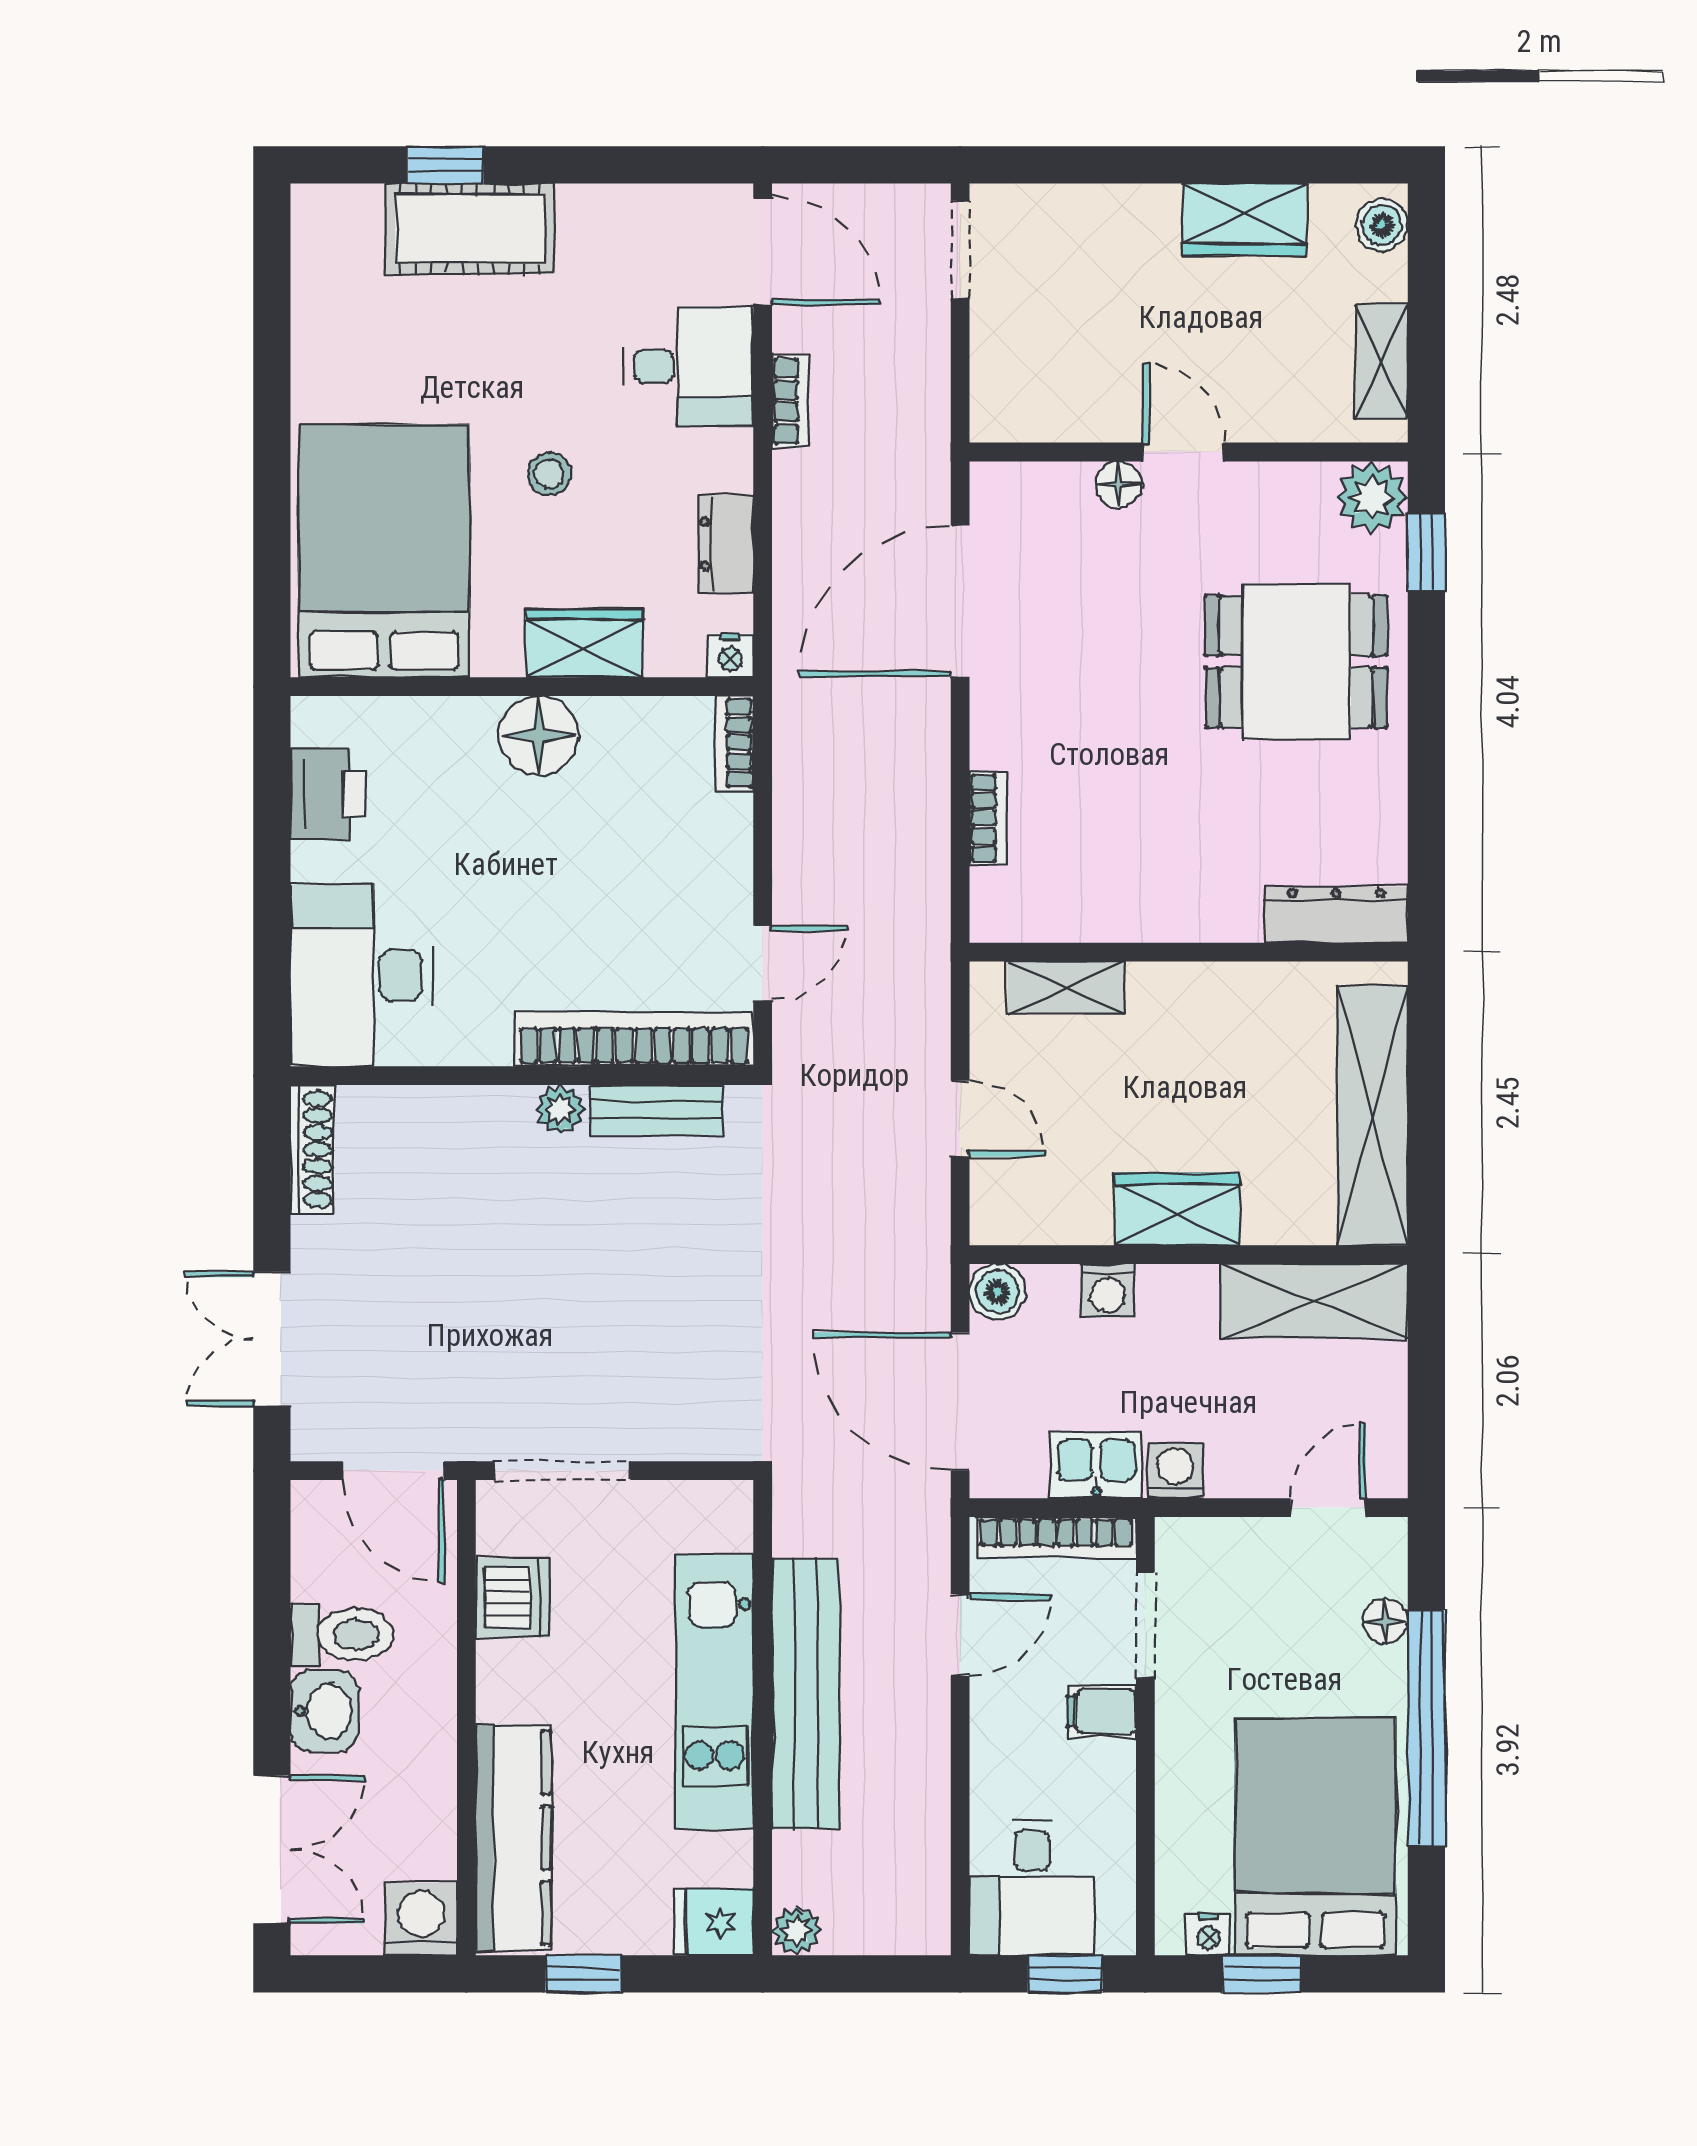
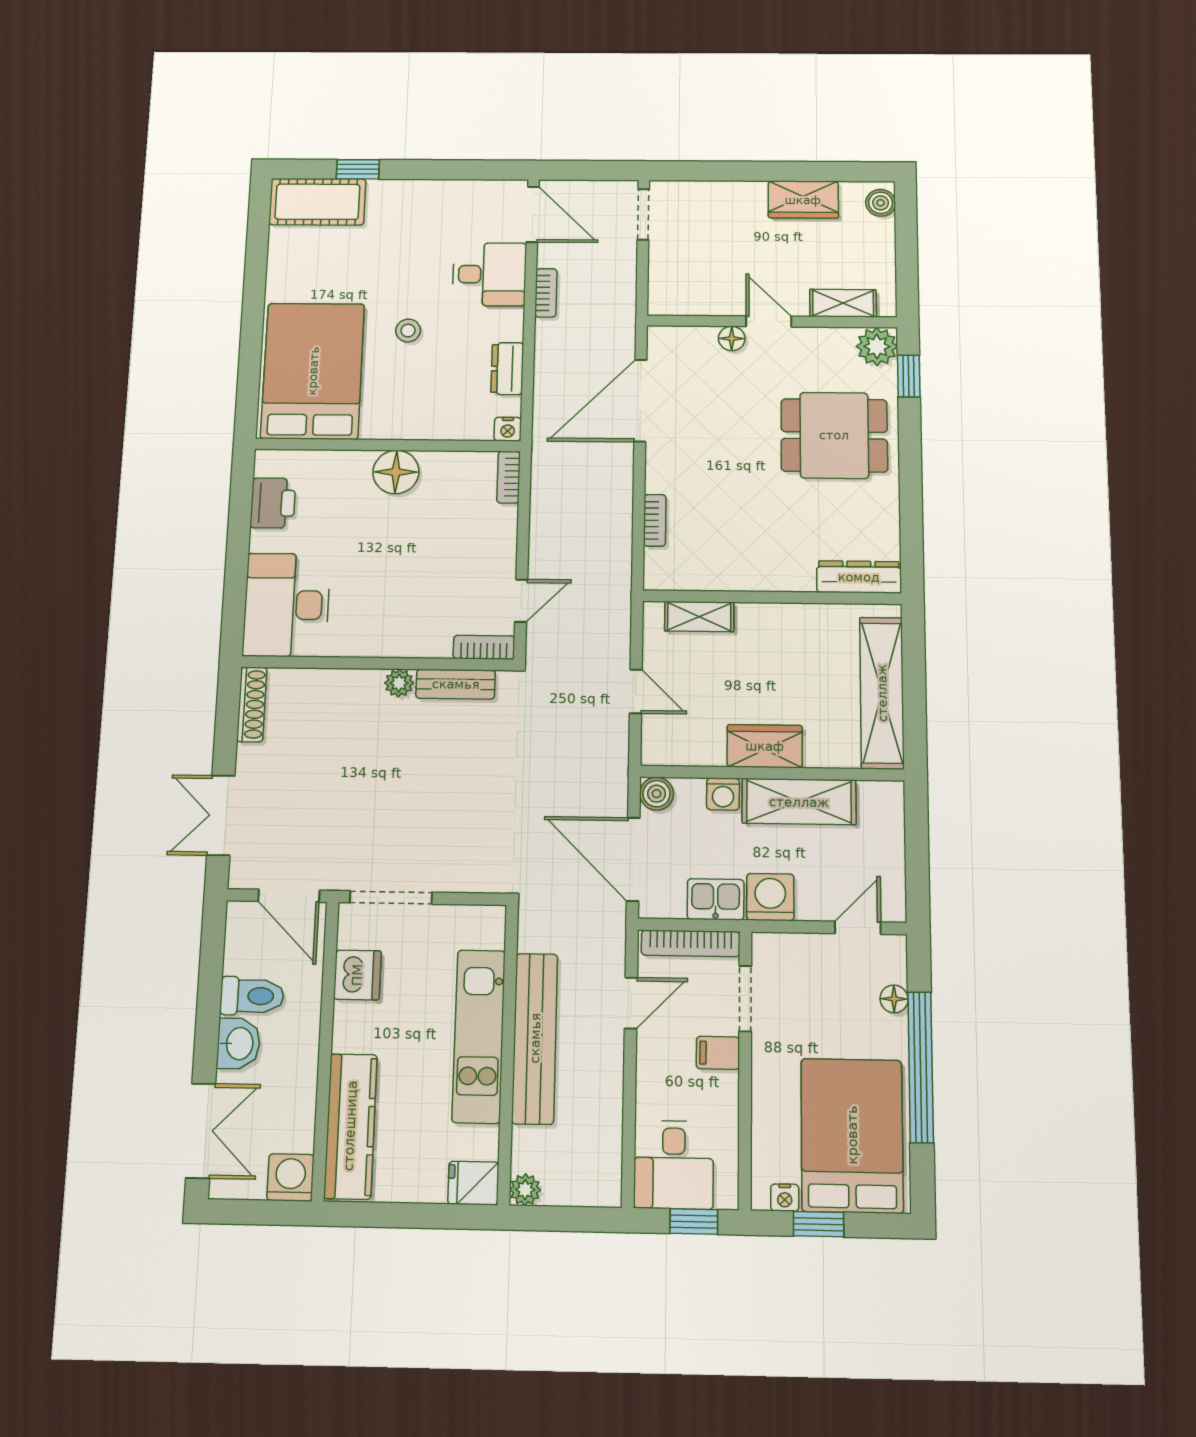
cot: (470, 229) -> (317, 202), moved
shelving: (1382, 362) -> (843, 303), moved, turned 90
wardrobe: (584, 643) -> (424, 422), removed
bookcase: (634, 1039) -> (484, 647), width x0.43, depth x0.76
shelving: (1314, 1301) -> (799, 802), moved
washing machine: (1175, 1471) -> (770, 897), width x1.38, depth x1.38
window: (583, 1974) -> (390, 1215), removed

